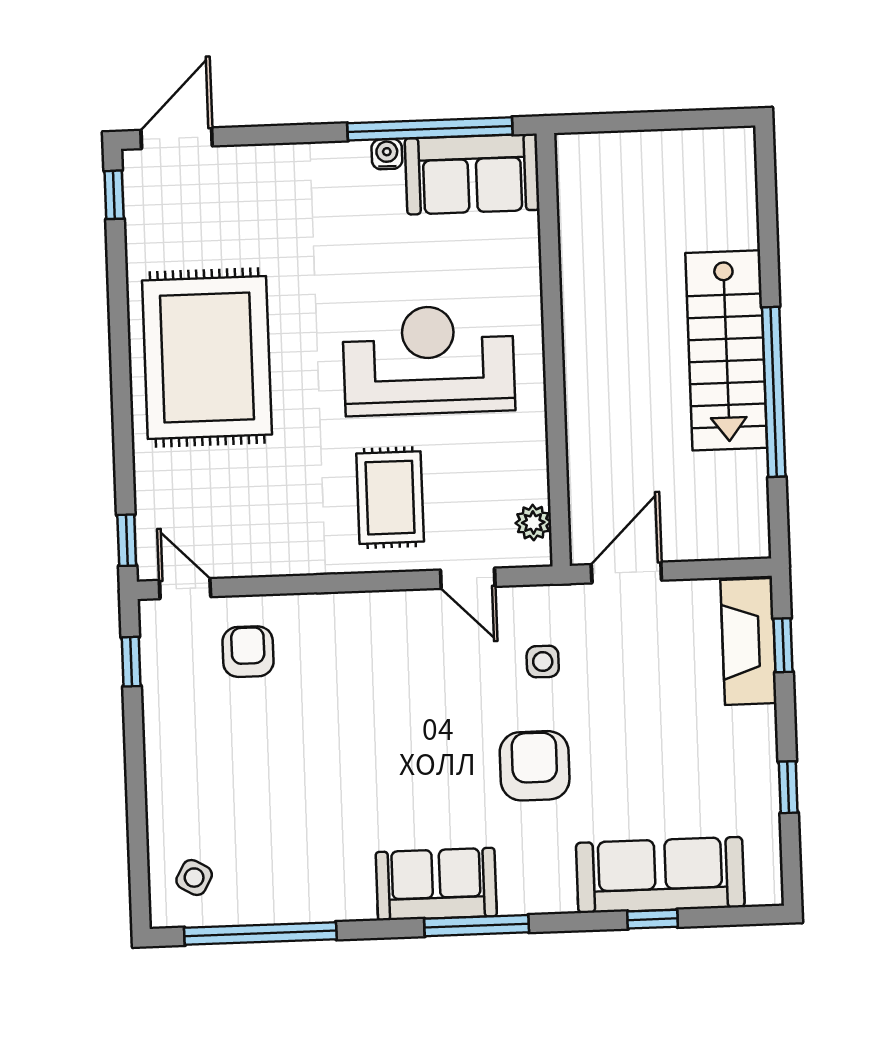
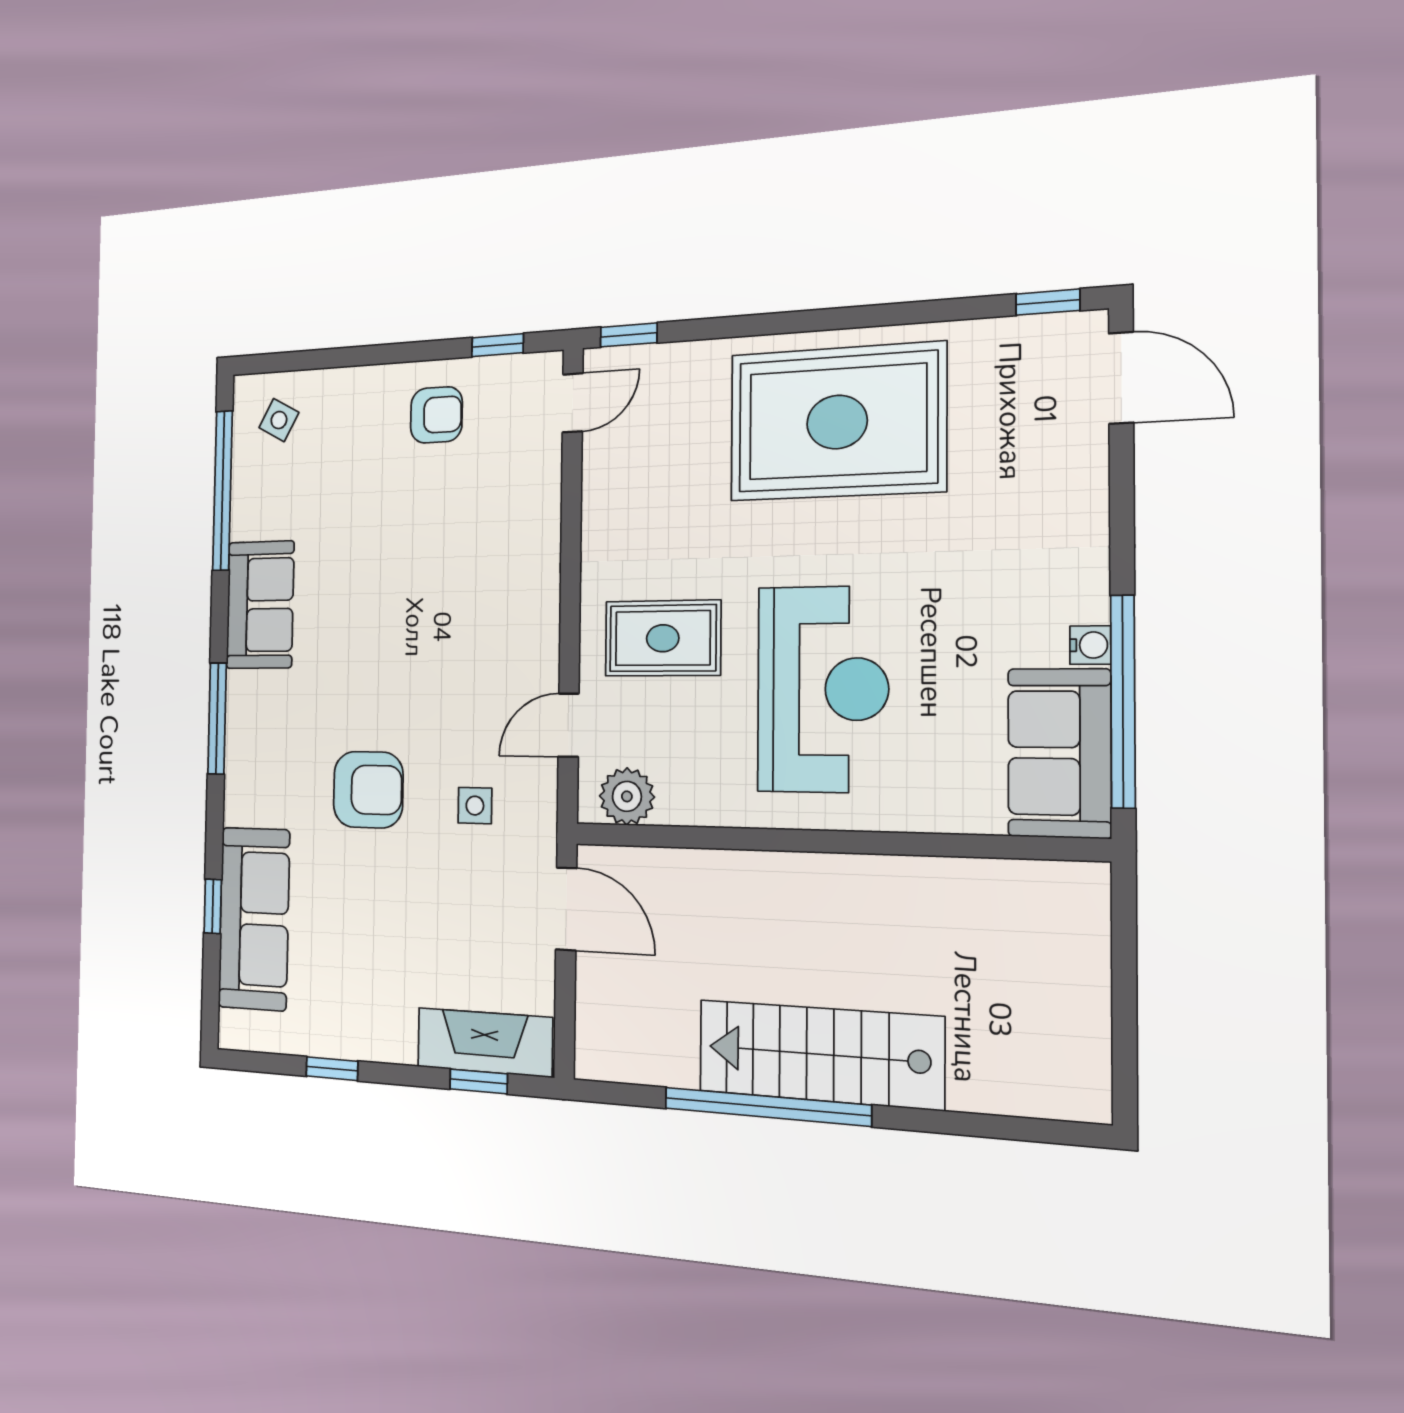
plant: (533, 523) -> (627, 796), width x1.38, depth x1.38
armchair: (248, 652) -> (436, 415), moved
sofa: (436, 884) -> (260, 605), moved

